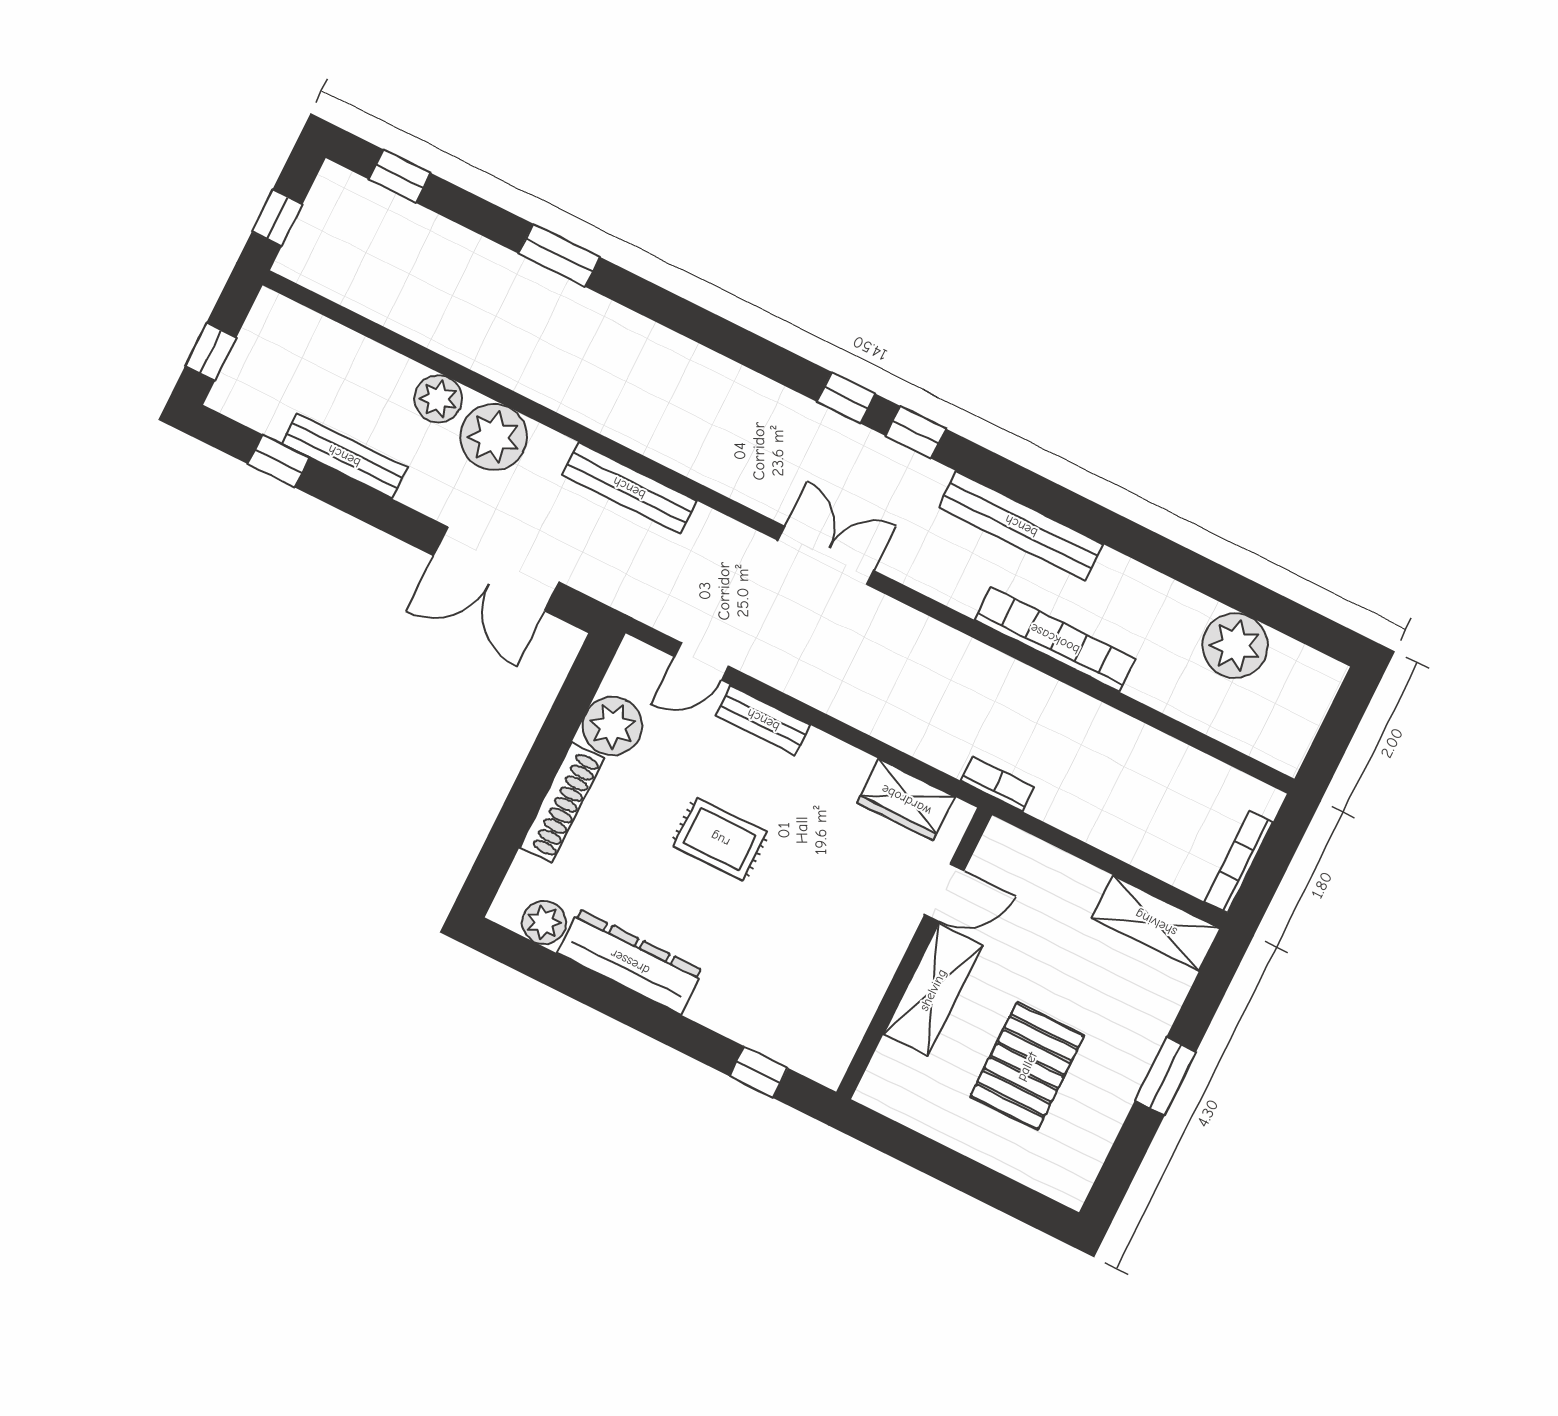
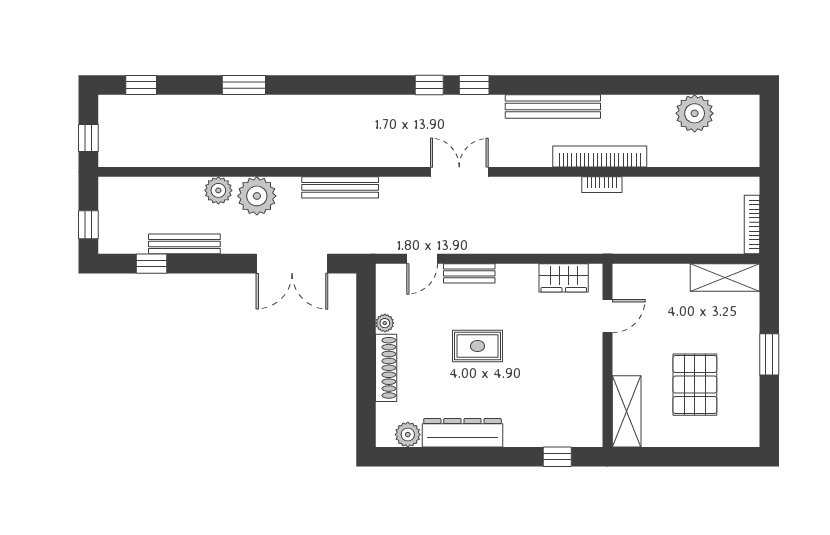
plant: (612, 726) -> (385, 323), width x0.53, depth x0.53
bookcase: (997, 784) -> (602, 185), moved, turned 180
shelving: (933, 990) -> (627, 411), moved

